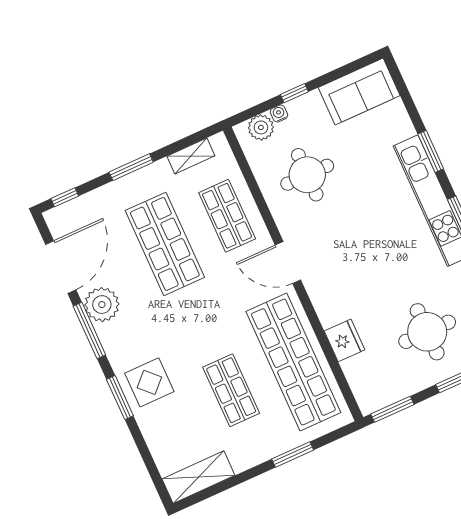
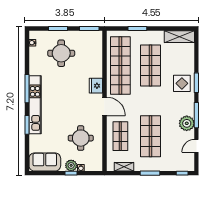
plant: (261, 127) -> (71, 165), moved
door: (61, 267) -> (196, 146), width x0.53
fridge: (344, 340) -> (96, 86), moved
shop shelf: (231, 390) -> (150, 65), width x1.43, depth x1.36

